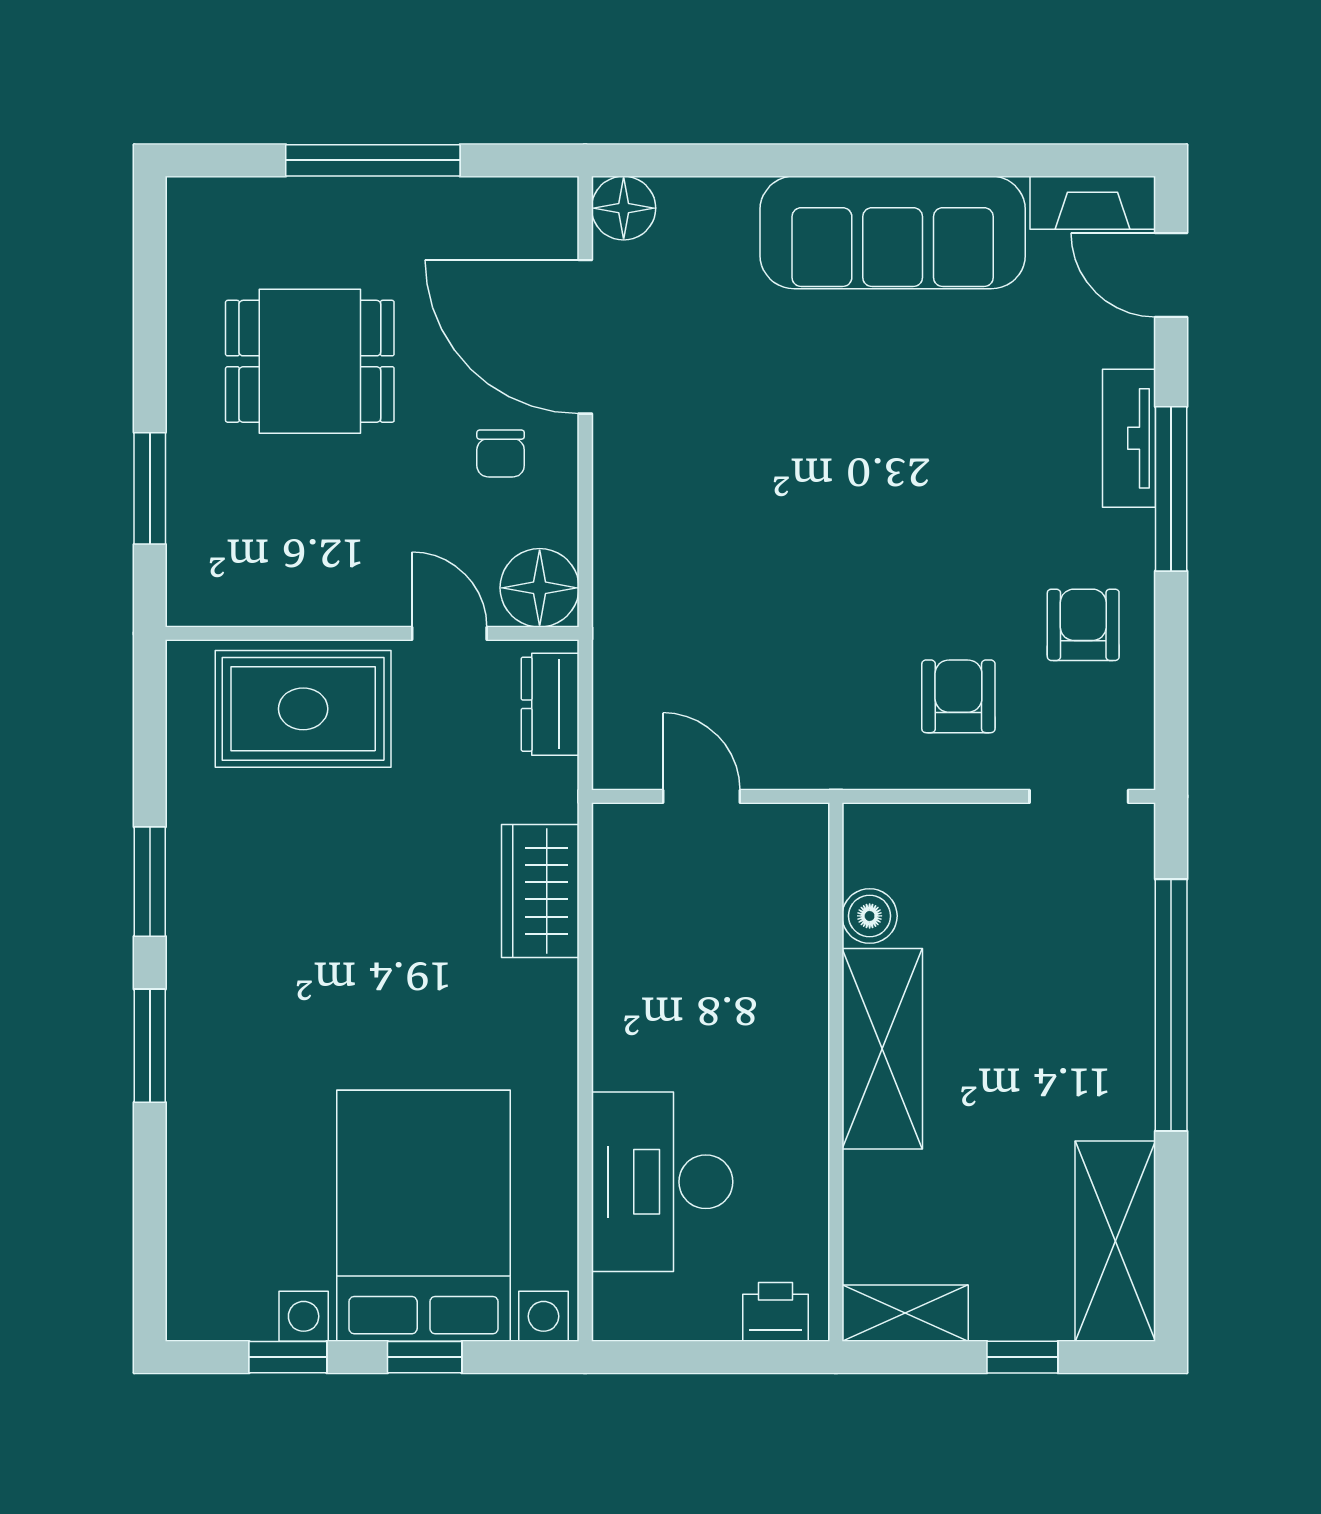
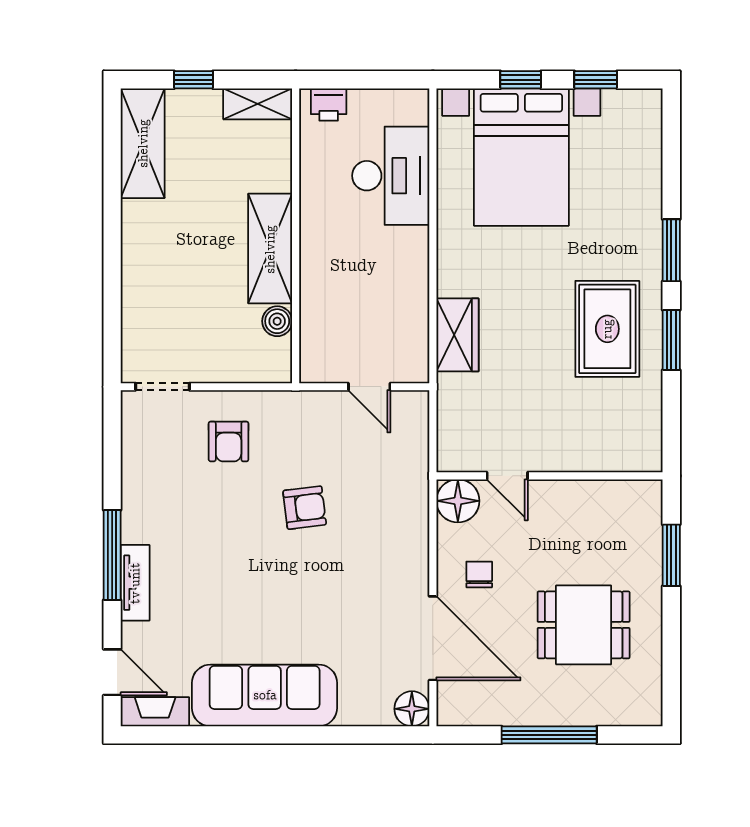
armchair: (1083, 625) -> (305, 508), moved, turned -97
dresser: (550, 704) -> (452, 437), removed
rug: (303, 709) -> (607, 329), moved, turned 90
window: (1171, 1005) -> (112, 272), removed

